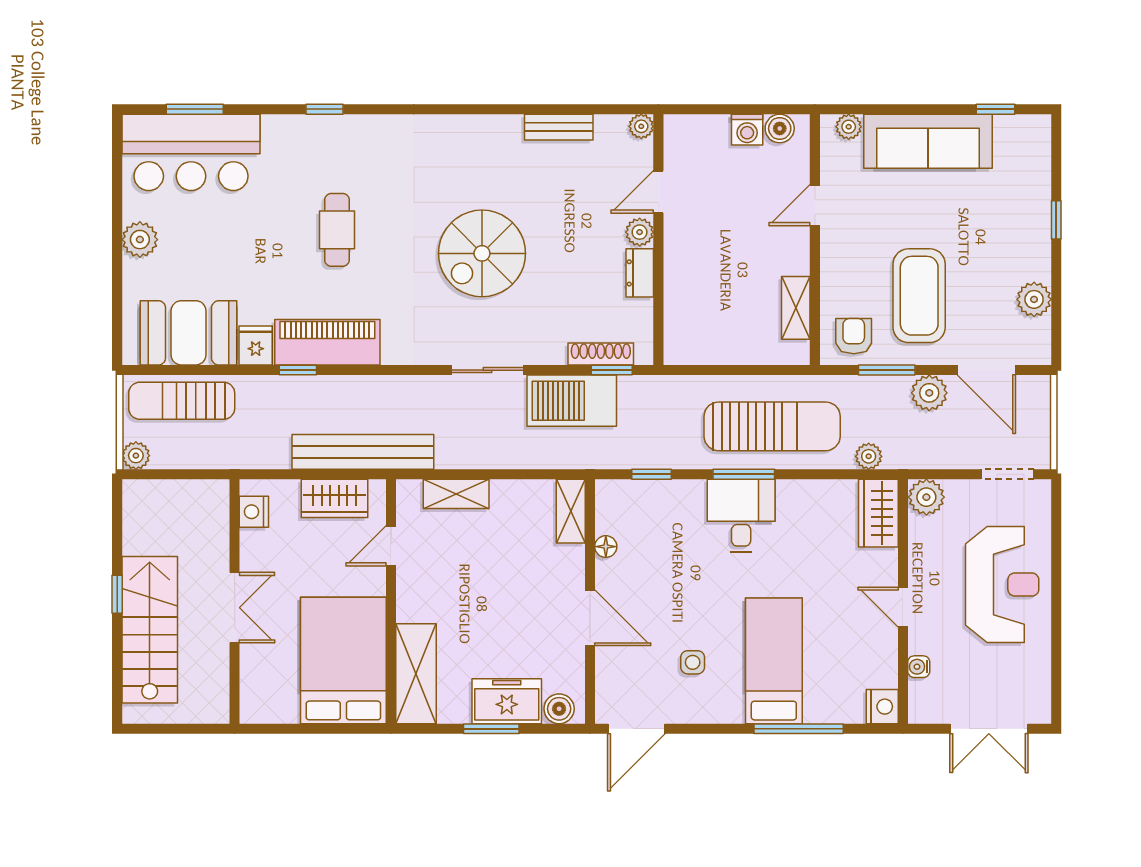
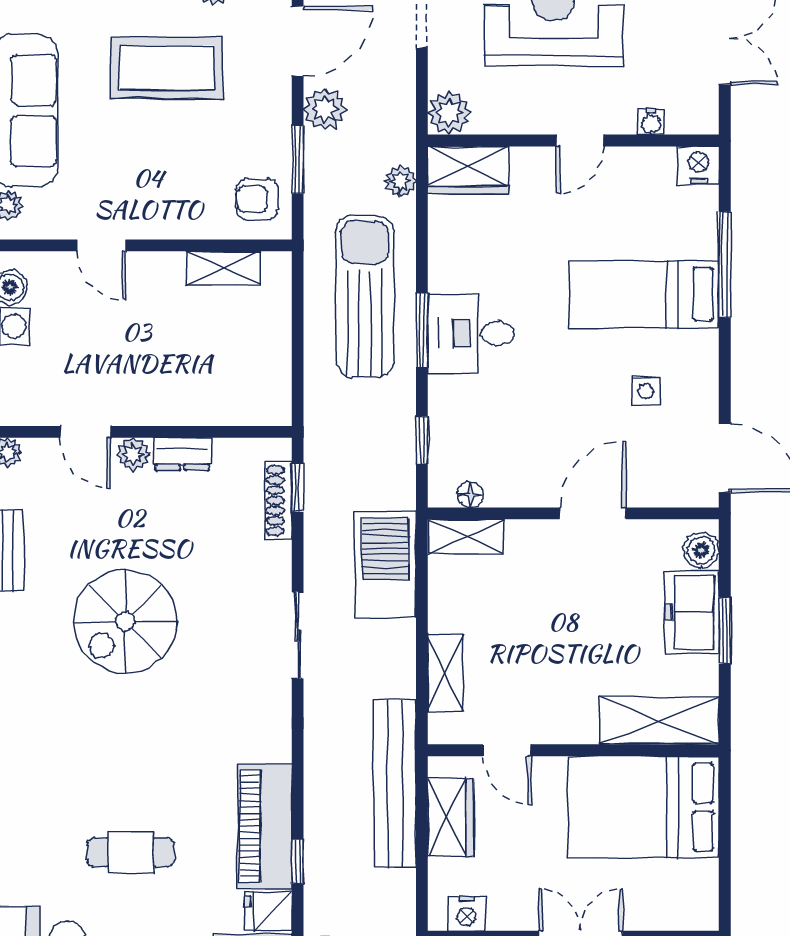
cafe table: (337, 230) -> (131, 852), moved
spiral stairs: (482, 253) -> (125, 621), moved, turned 90
coffee table: (919, 296) -> (167, 68), moved
barbecue: (572, 401) -> (385, 565), moved, turned 180
floor lamp: (606, 547) -> (470, 495), moved

